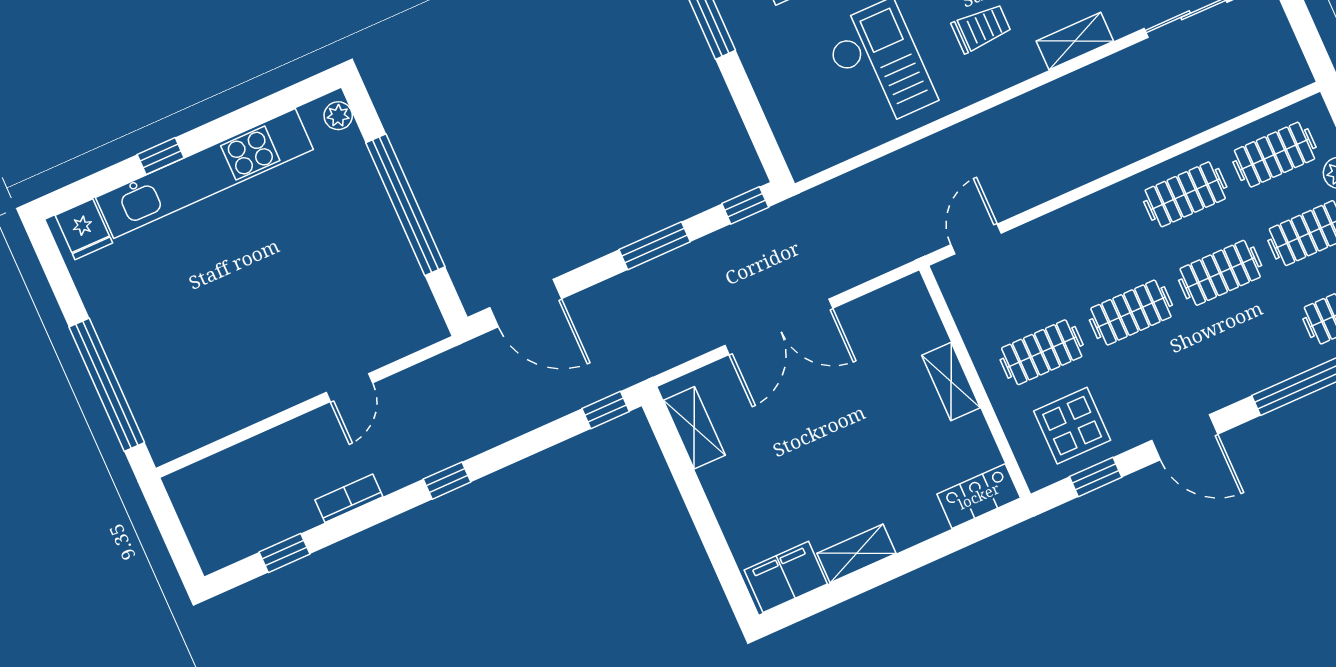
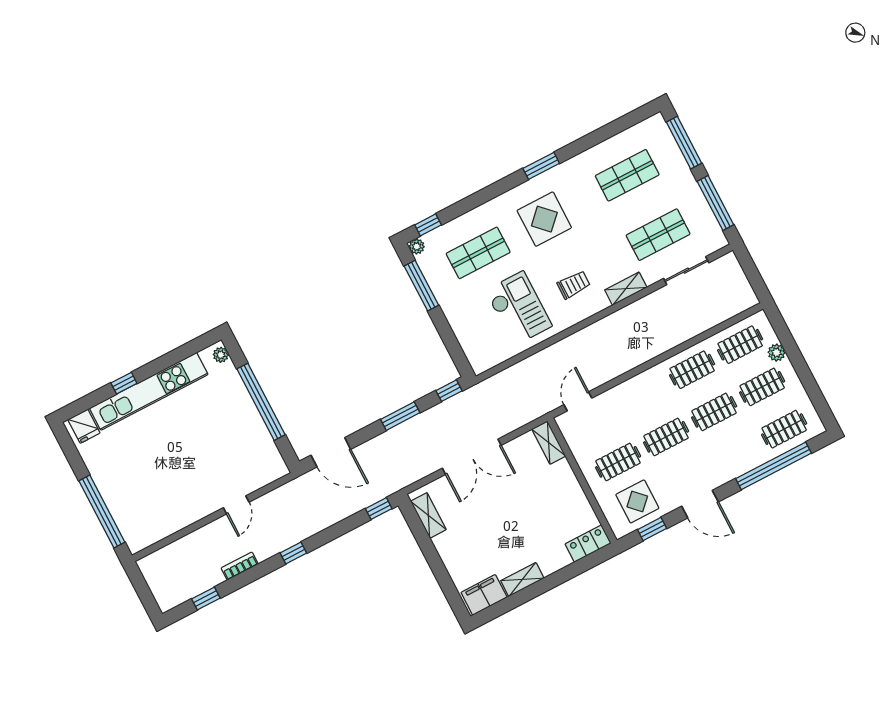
shelving: (951, 381) -> (549, 443), moved

